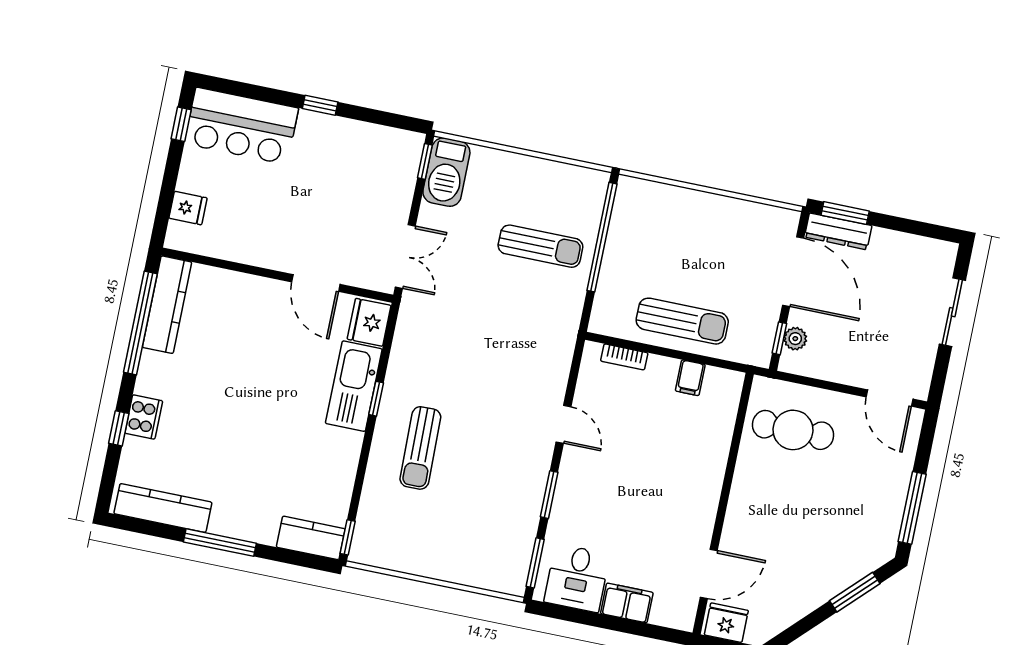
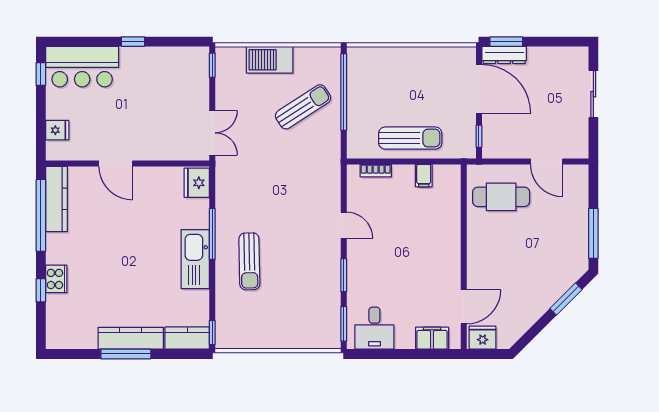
barbecue: (446, 172) -> (270, 60), moved, turned 90
sun lounger: (540, 246) -> (303, 107), turned -33
door: (316, 283) -> (116, 163), moved
plant: (795, 339) -> (490, 134), removed
kitchen sink: (354, 386) -> (195, 259), moved
door: (890, 398) -> (547, 162), moved
window: (376, 399) -> (212, 234), width x2.17
kitchen counter: (163, 508) -> (131, 338), moved
filing cabinet: (627, 603) -> (432, 338), moved

